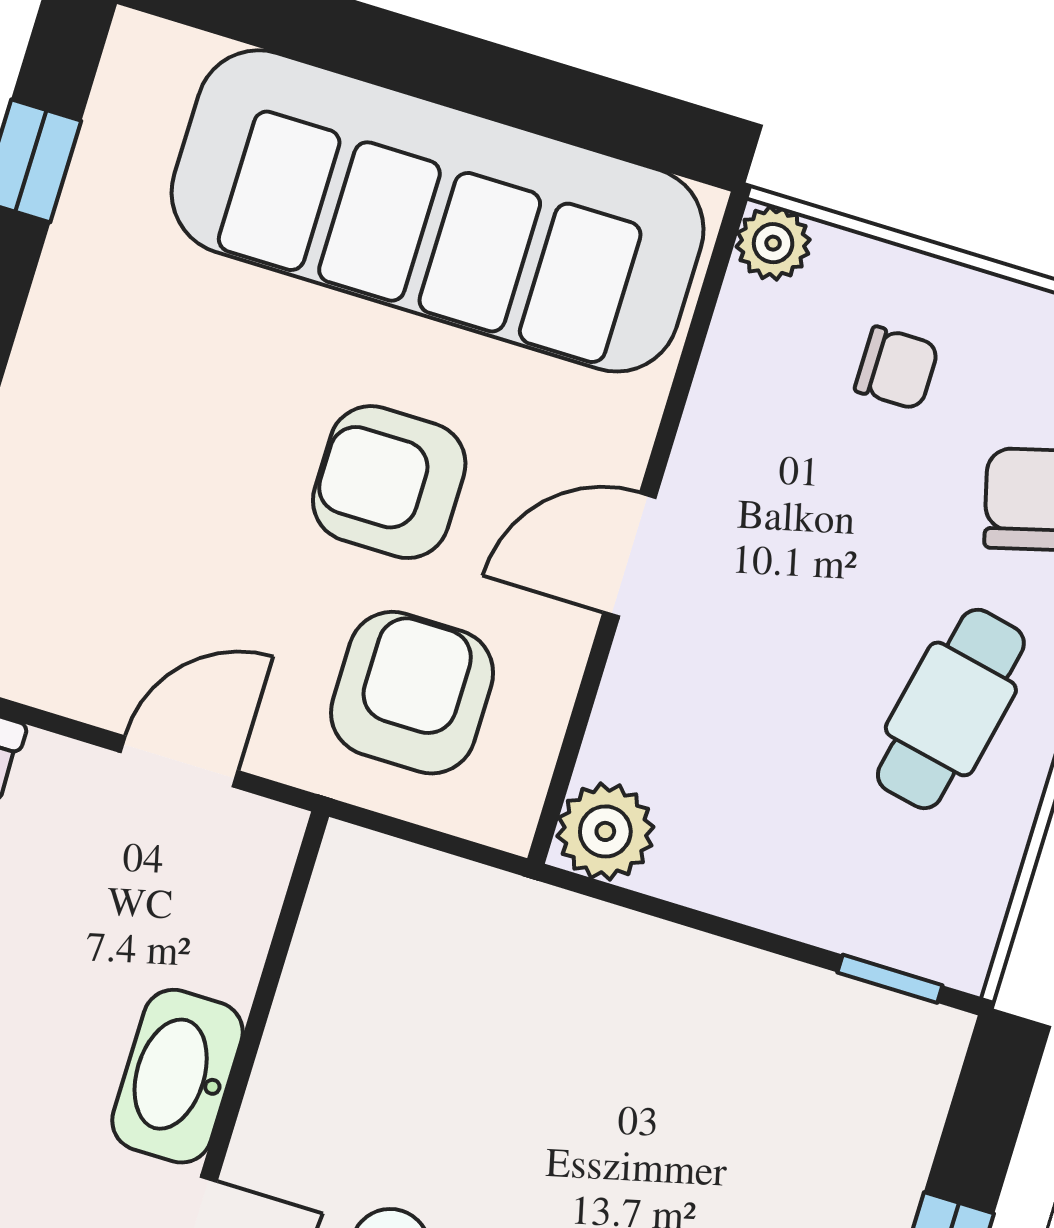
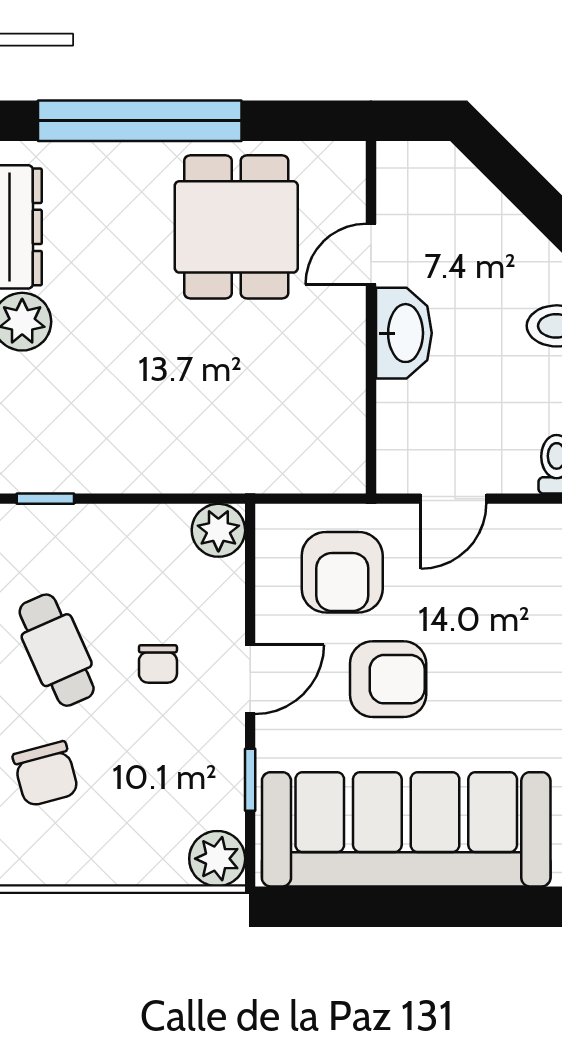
plant: (773, 243) -> (217, 859), width x1.38, depth x1.38
chair: (897, 368) -> (158, 664), moved, turned -90
window: (683, 380) -> (250, 780), added
cafe table: (951, 709) -> (57, 650), turned -36

